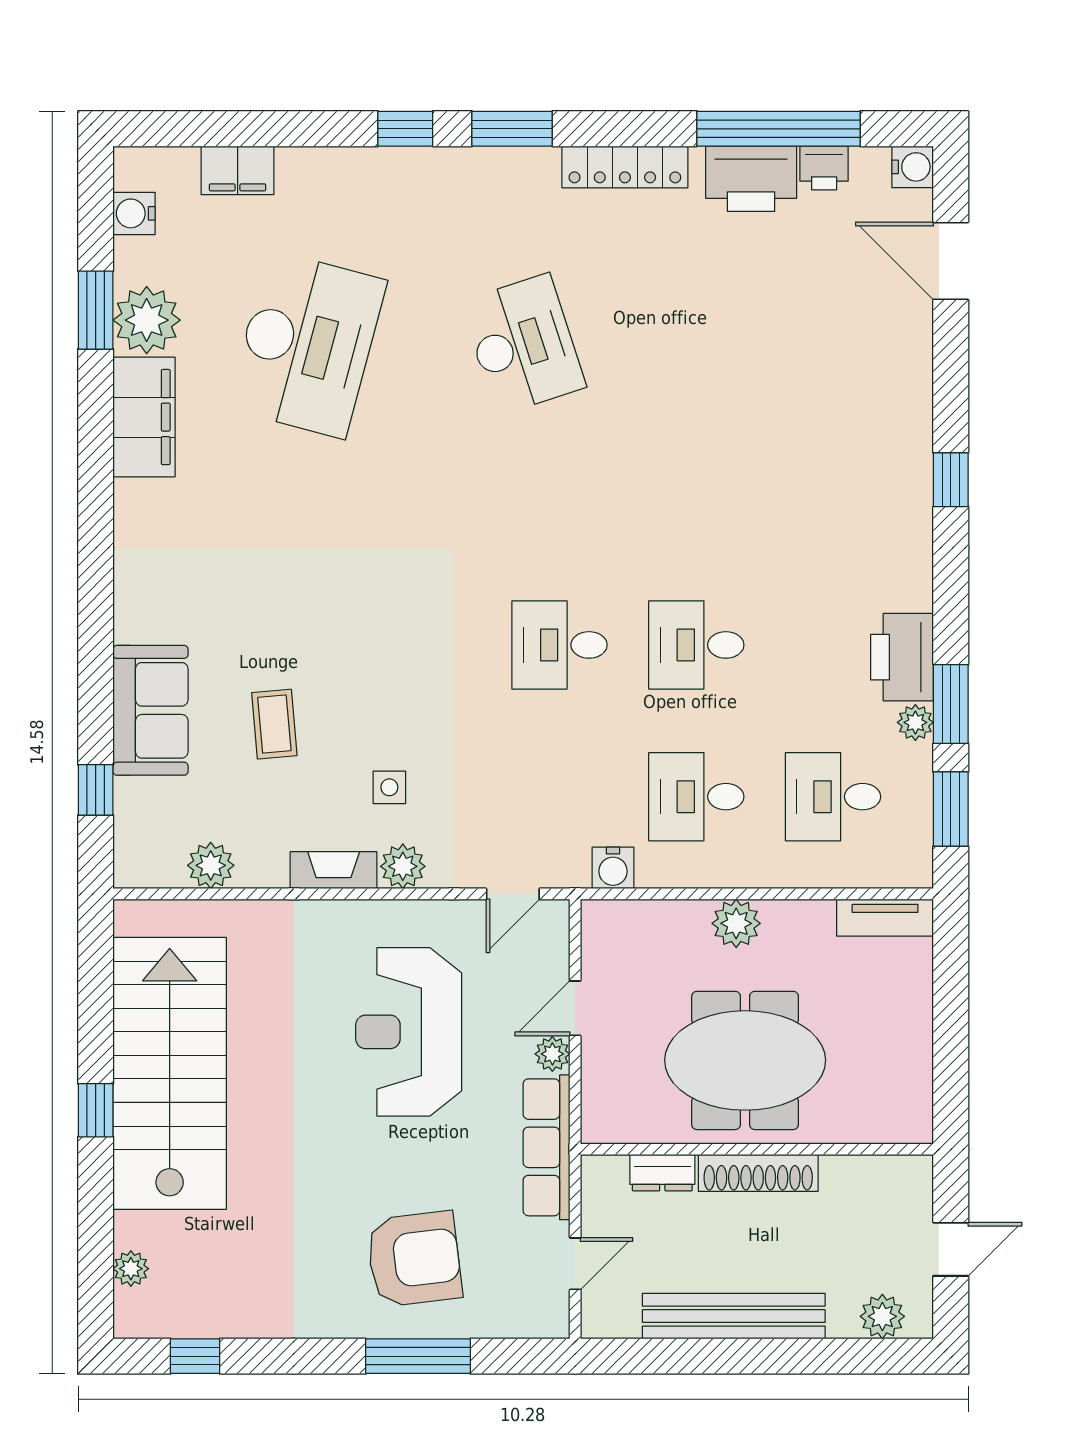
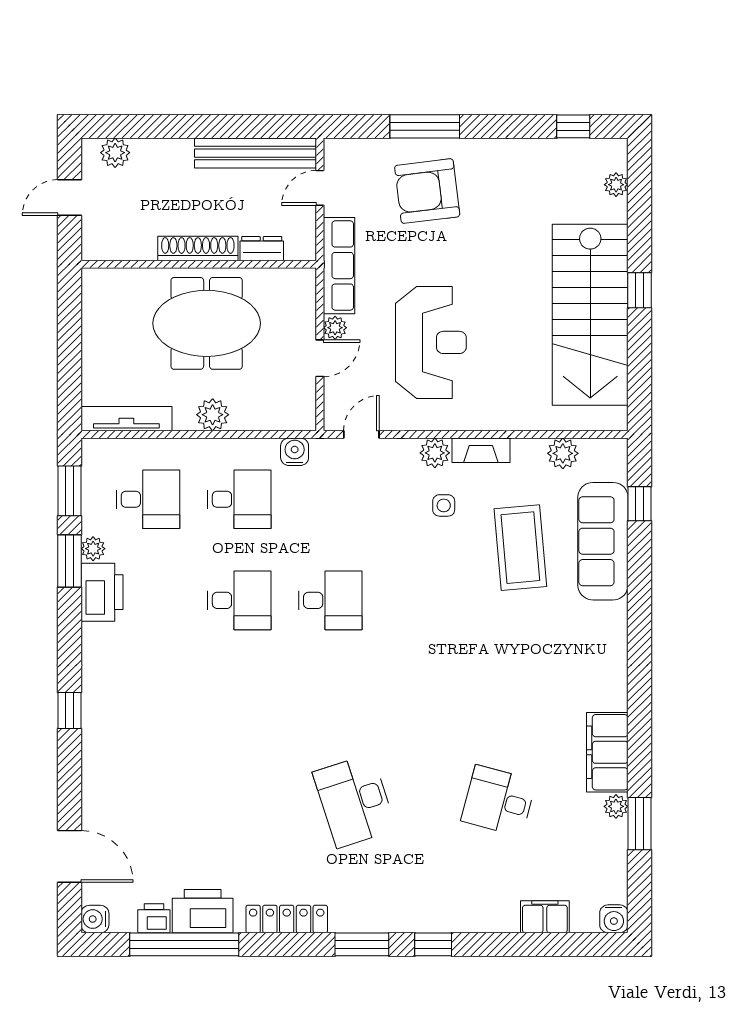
water cooler: (134, 213) -> (614, 919), moved, turned 90
plant: (147, 320) -> (616, 806), width x0.53, depth x0.53
desk: (307, 344) -> (499, 801), width x0.53, depth x0.77
sofa: (150, 710) -> (603, 541), width x1.36
coffee table: (274, 724) -> (520, 548), width x1.86, depth x1.72
tv unit: (885, 918) -> (126, 419), width x1.41
bench: (734, 1316) -> (256, 153), moved

